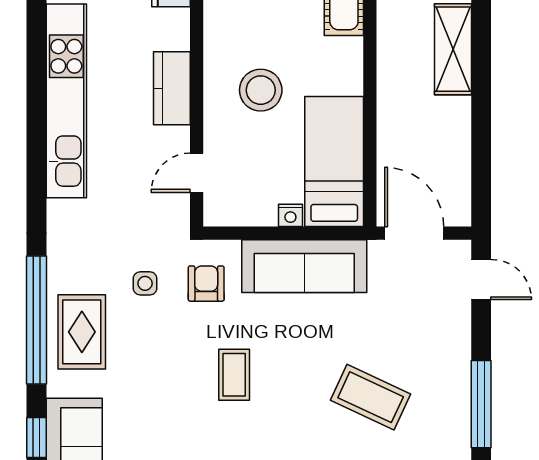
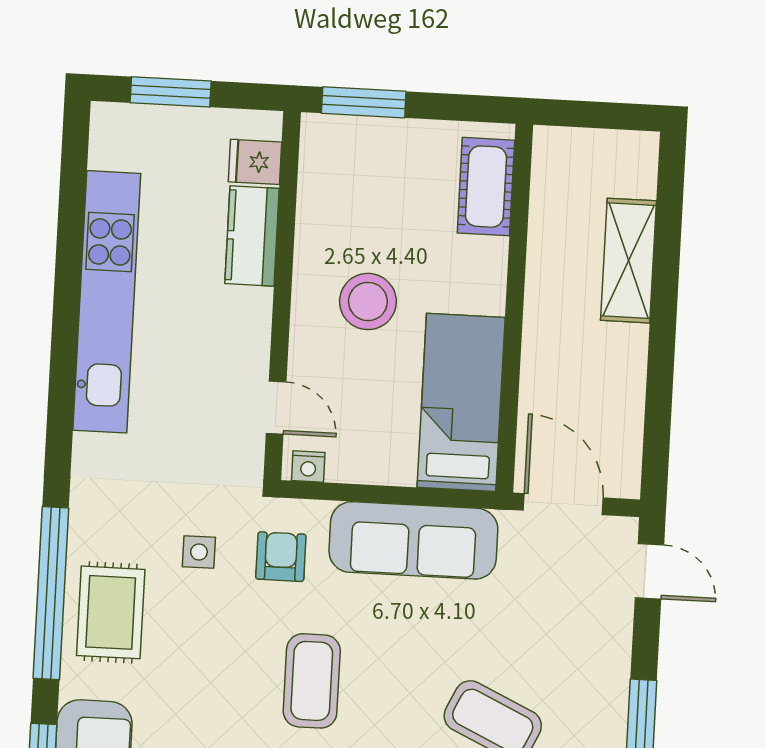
kitchen counter: (172, 88) -> (252, 236), moved
door: (197, 173) -> (276, 408), swing flipped
nightstand: (290, 215) -> (308, 466), moved
coffee table: (234, 375) -> (312, 681), width x1.36, depth x1.30

